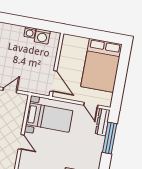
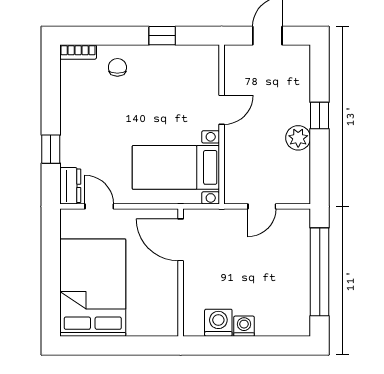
dresser: (103, 122) -> (70, 186), width x0.70
window: (110, 138) -> (51, 149), width x0.46
door: (21, 142) -> (222, 110), swing flipped

